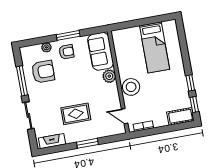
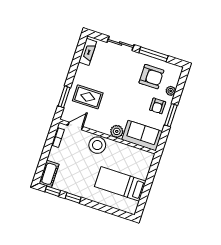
armchair: (43, 72) -> (151, 77), turned -90
rug: (76, 114) -> (88, 97), moved, turned 90
window: (87, 143) -> (64, 97), moved

